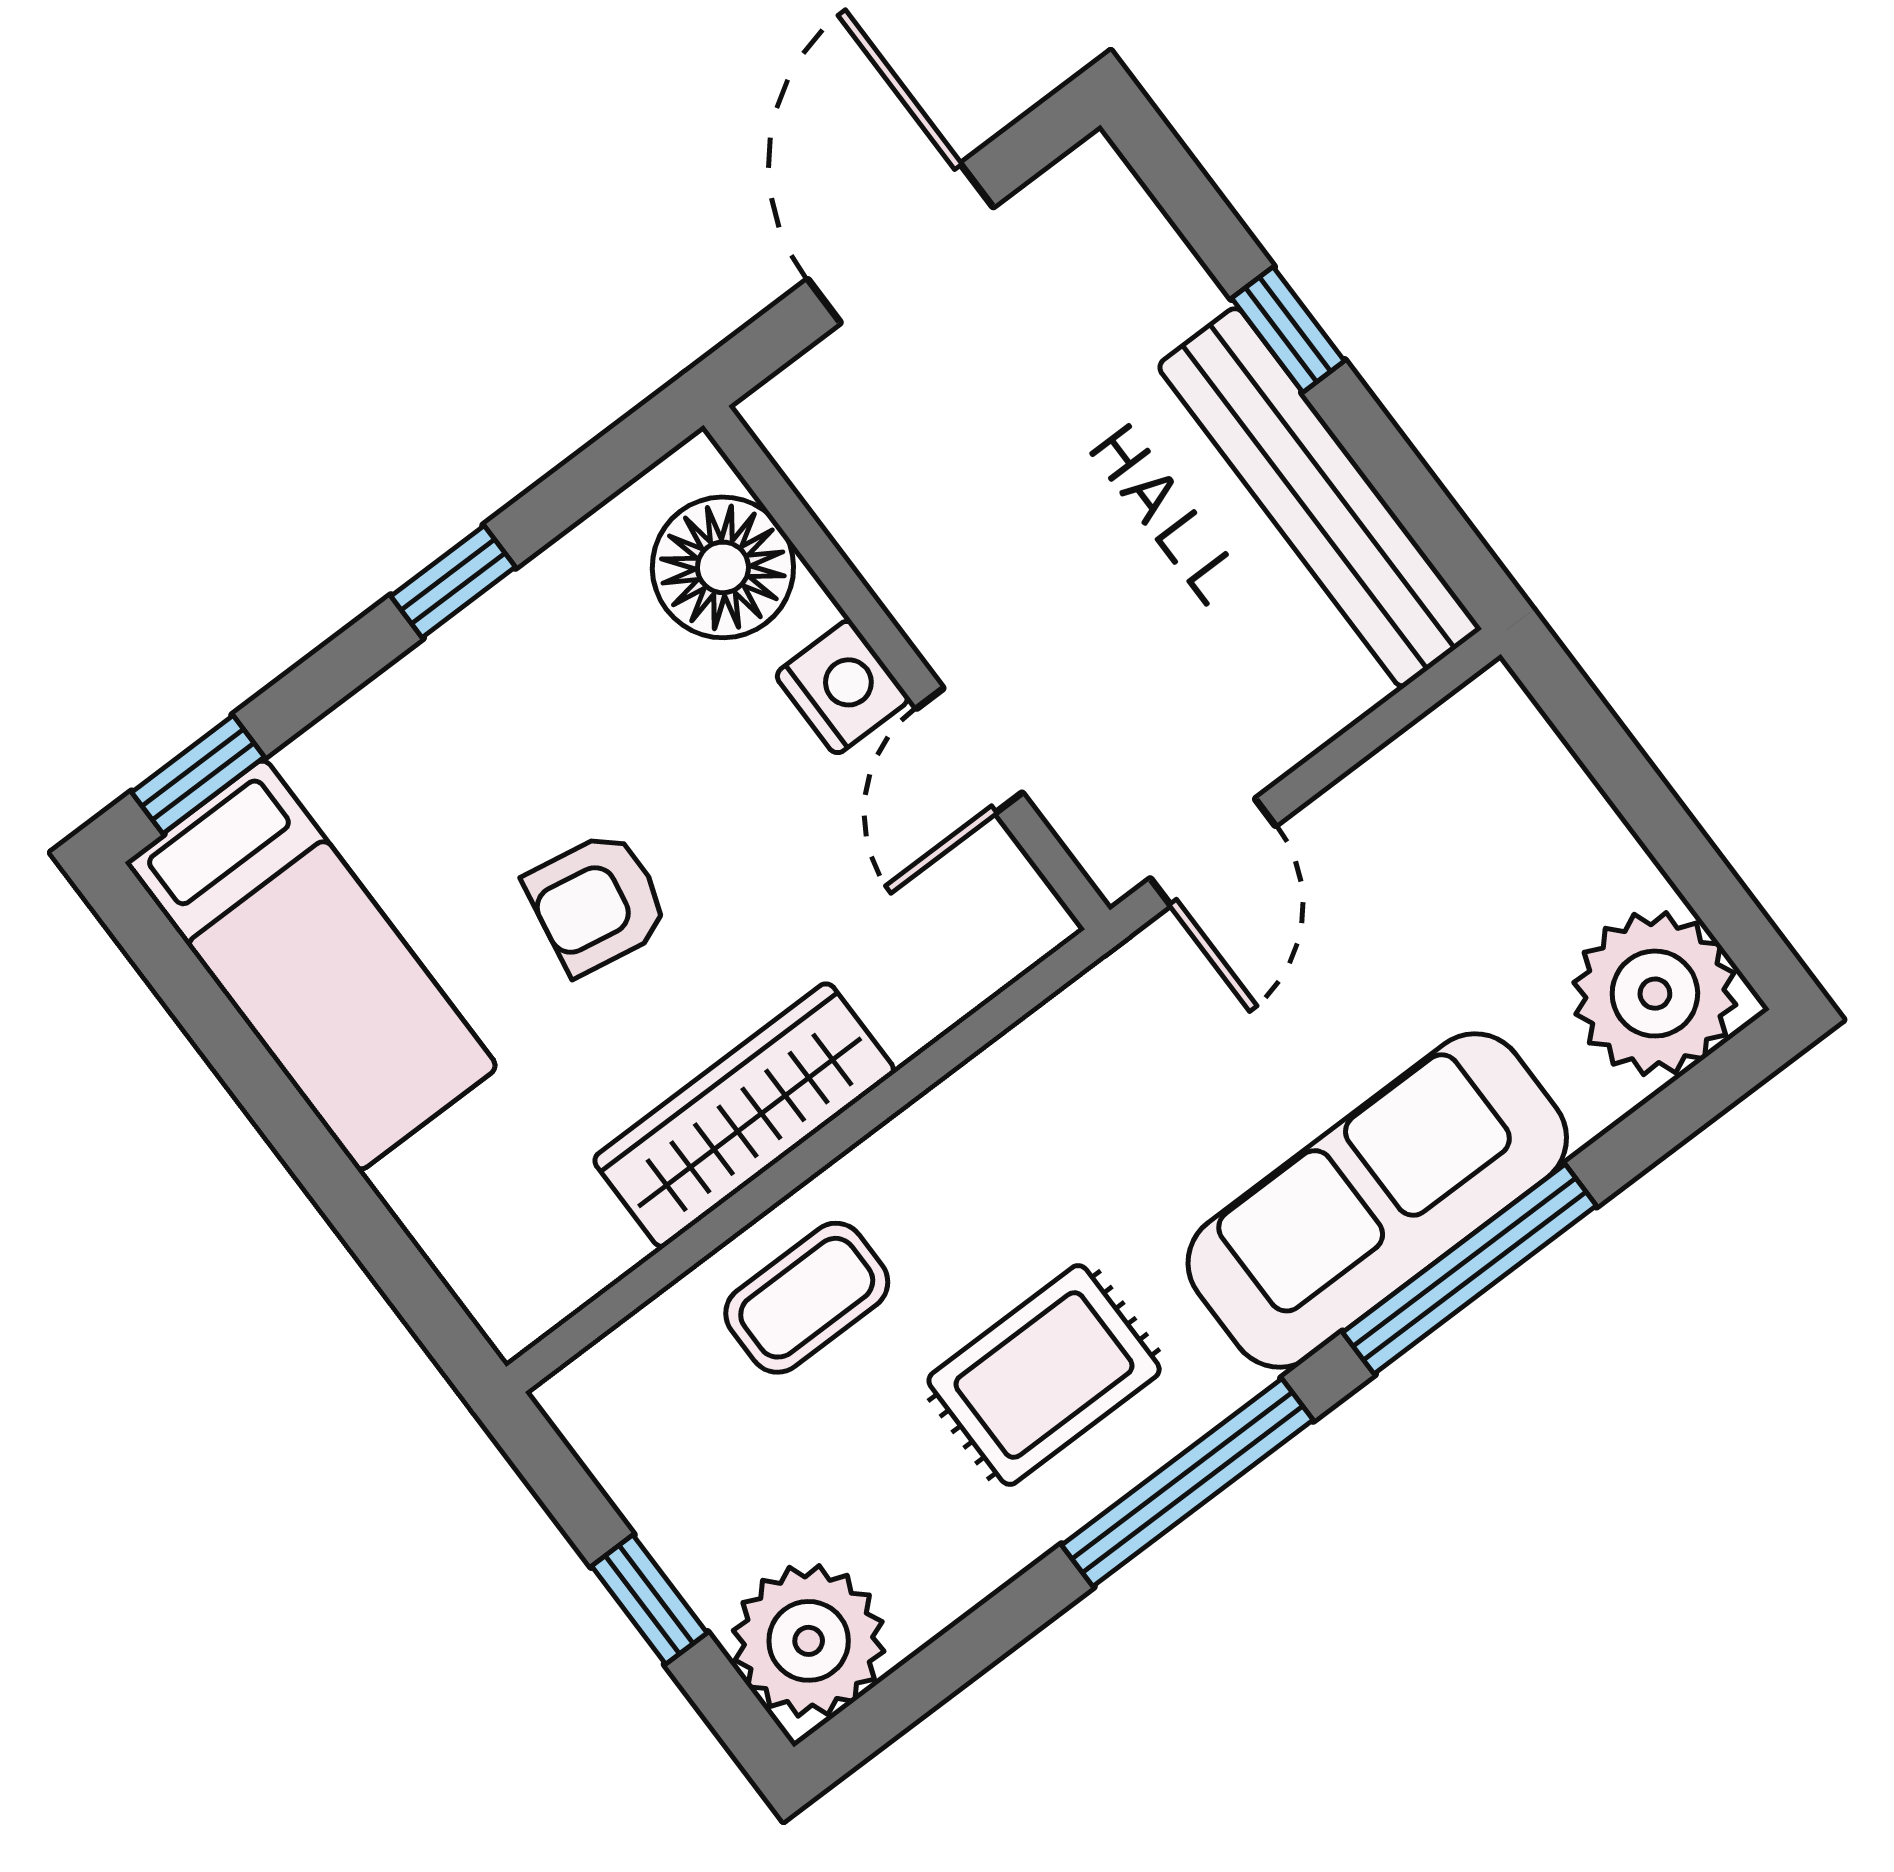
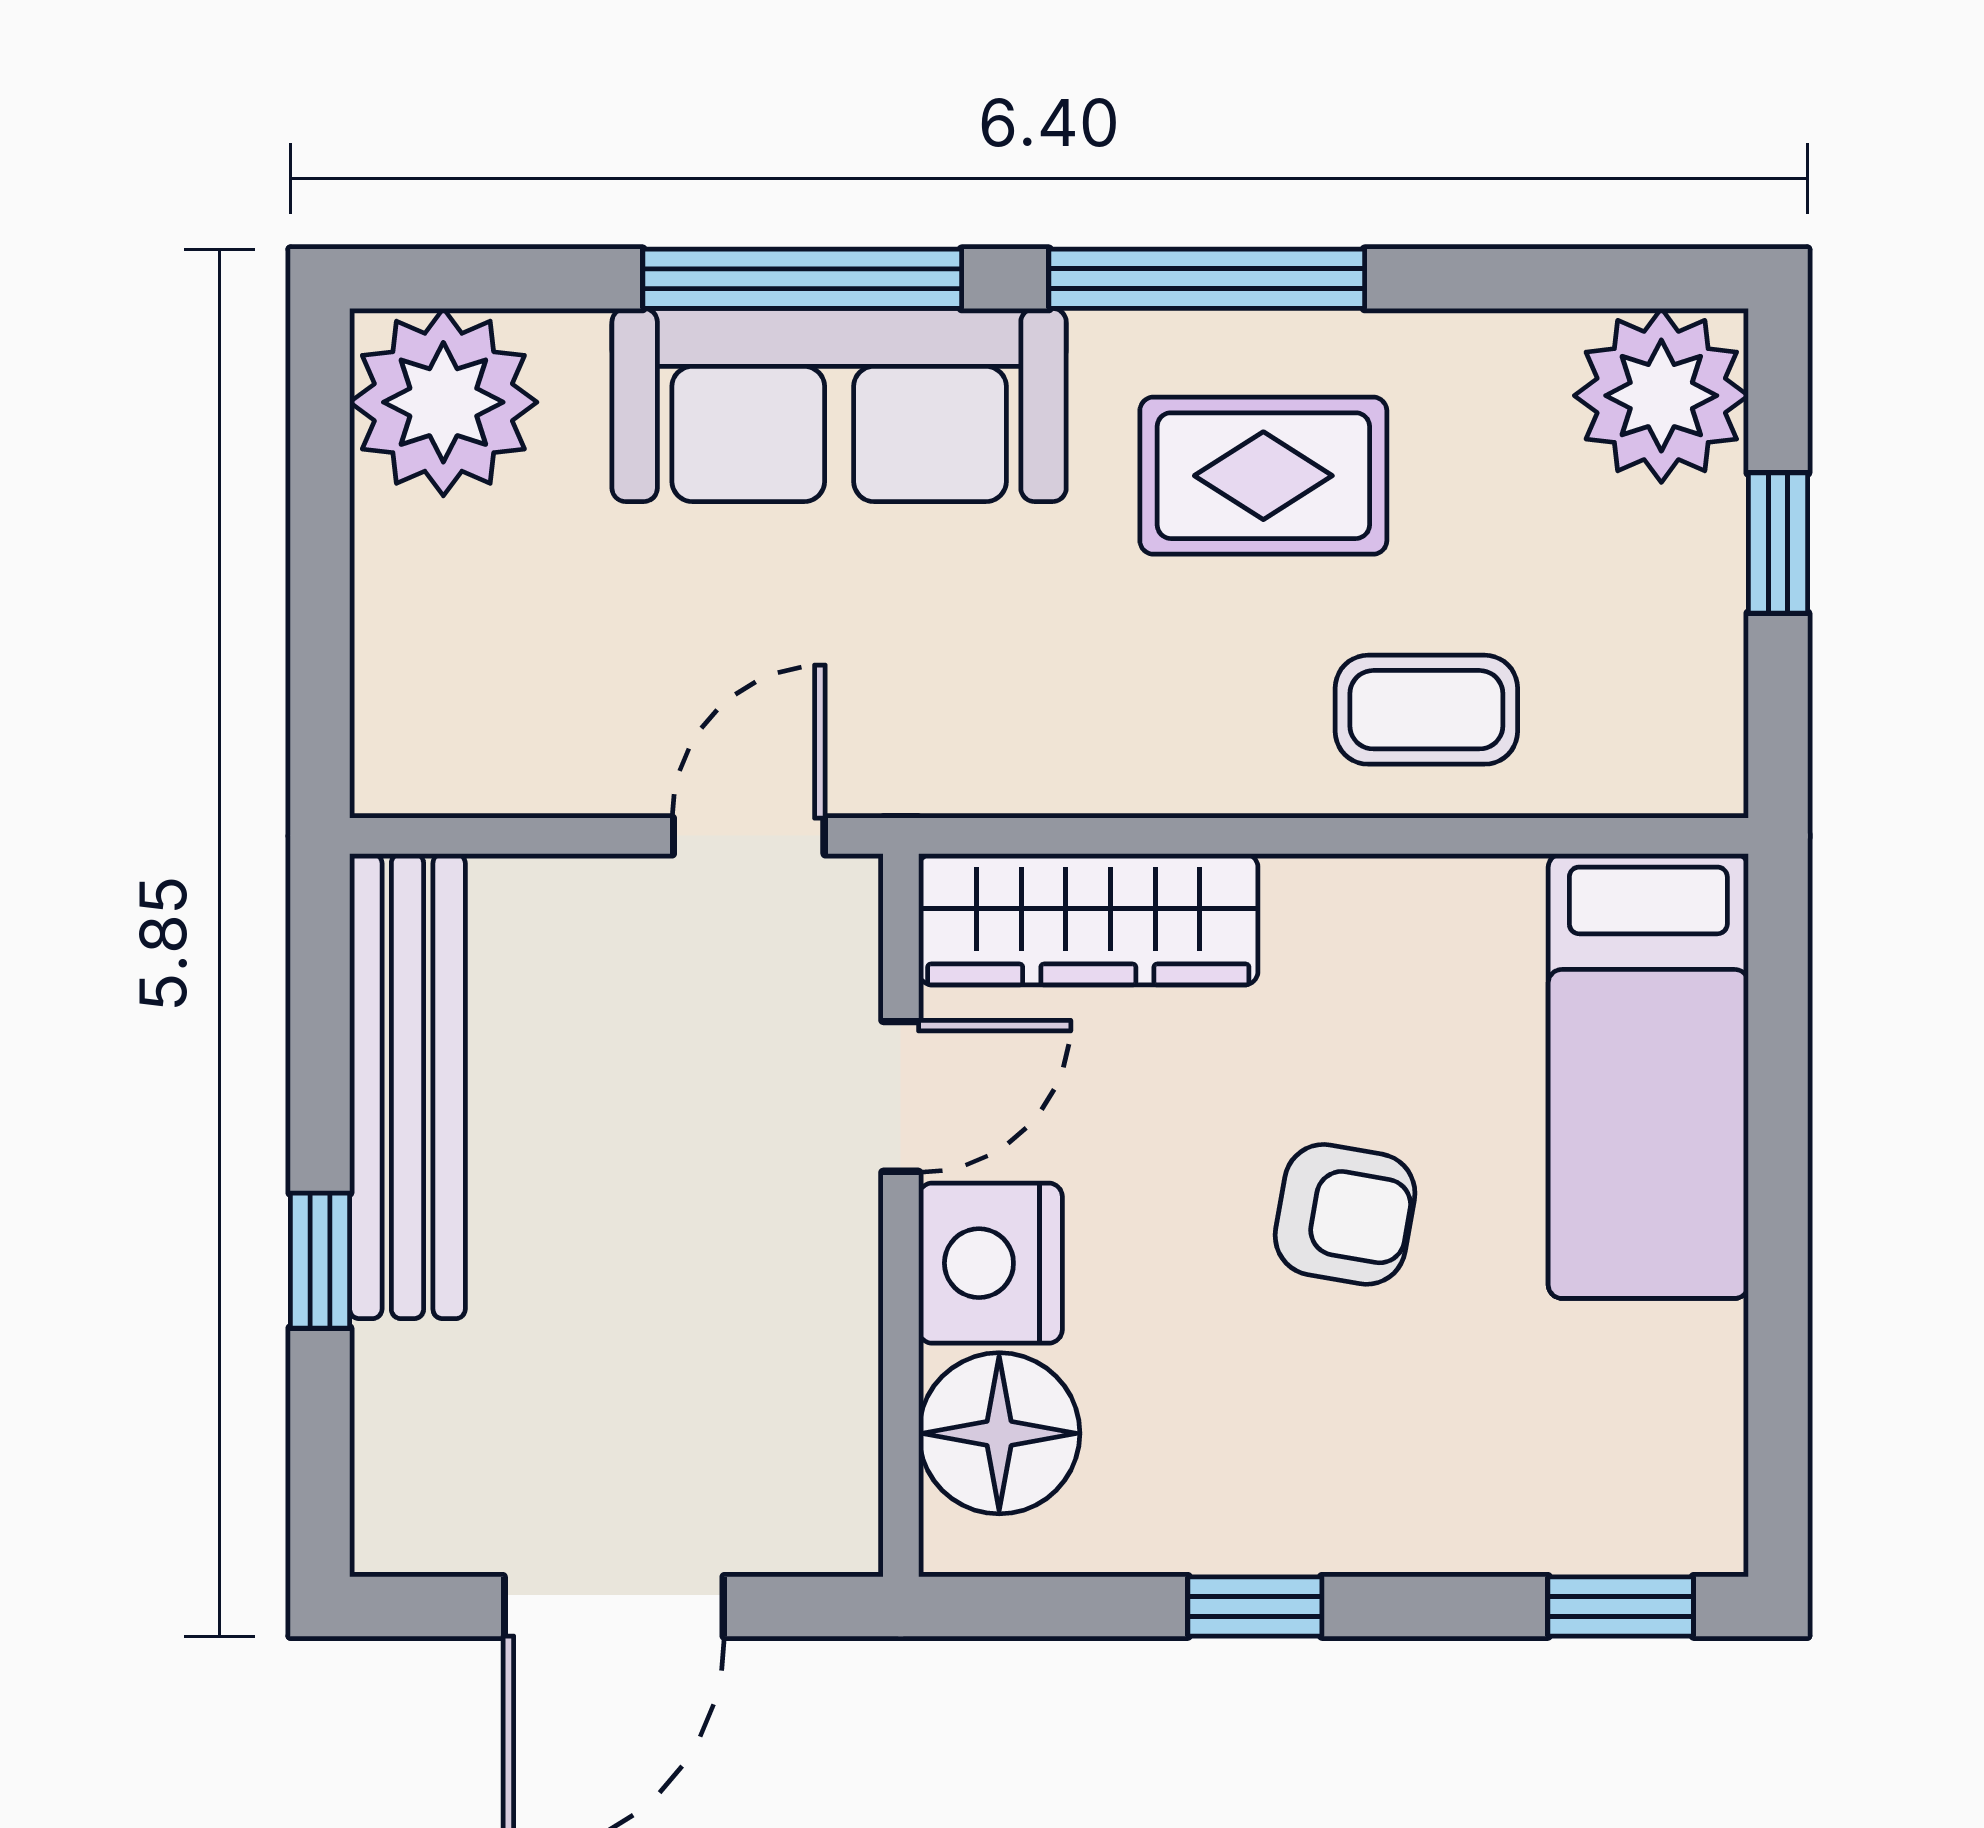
nightstand: (842, 687) -> (990, 1263), width x1.36, depth x1.33
bed: (312, 965) -> (1648, 1076), moved, turned 180
wardrobe: (744, 1115) -> (1088, 919), moved

